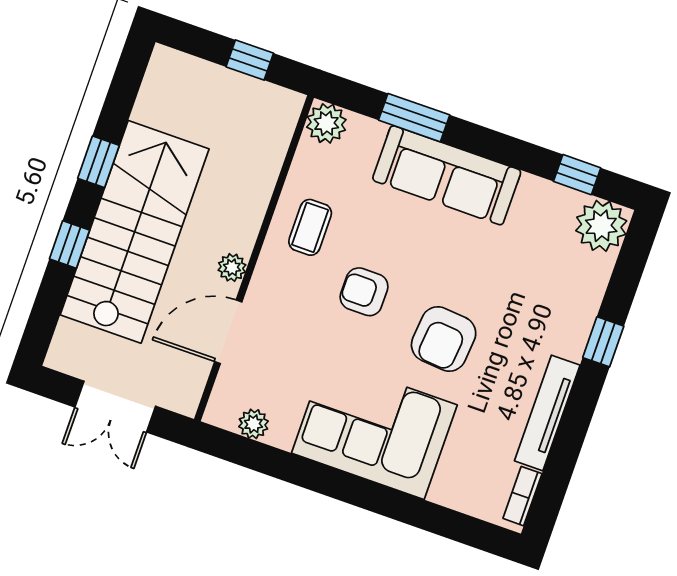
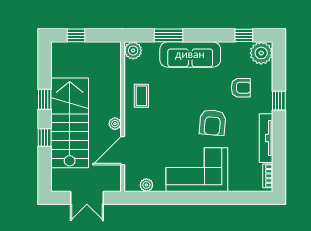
window: (250, 60) -> (76, 35), moved
armchair: (364, 292) -> (241, 88), moved, turned 180

